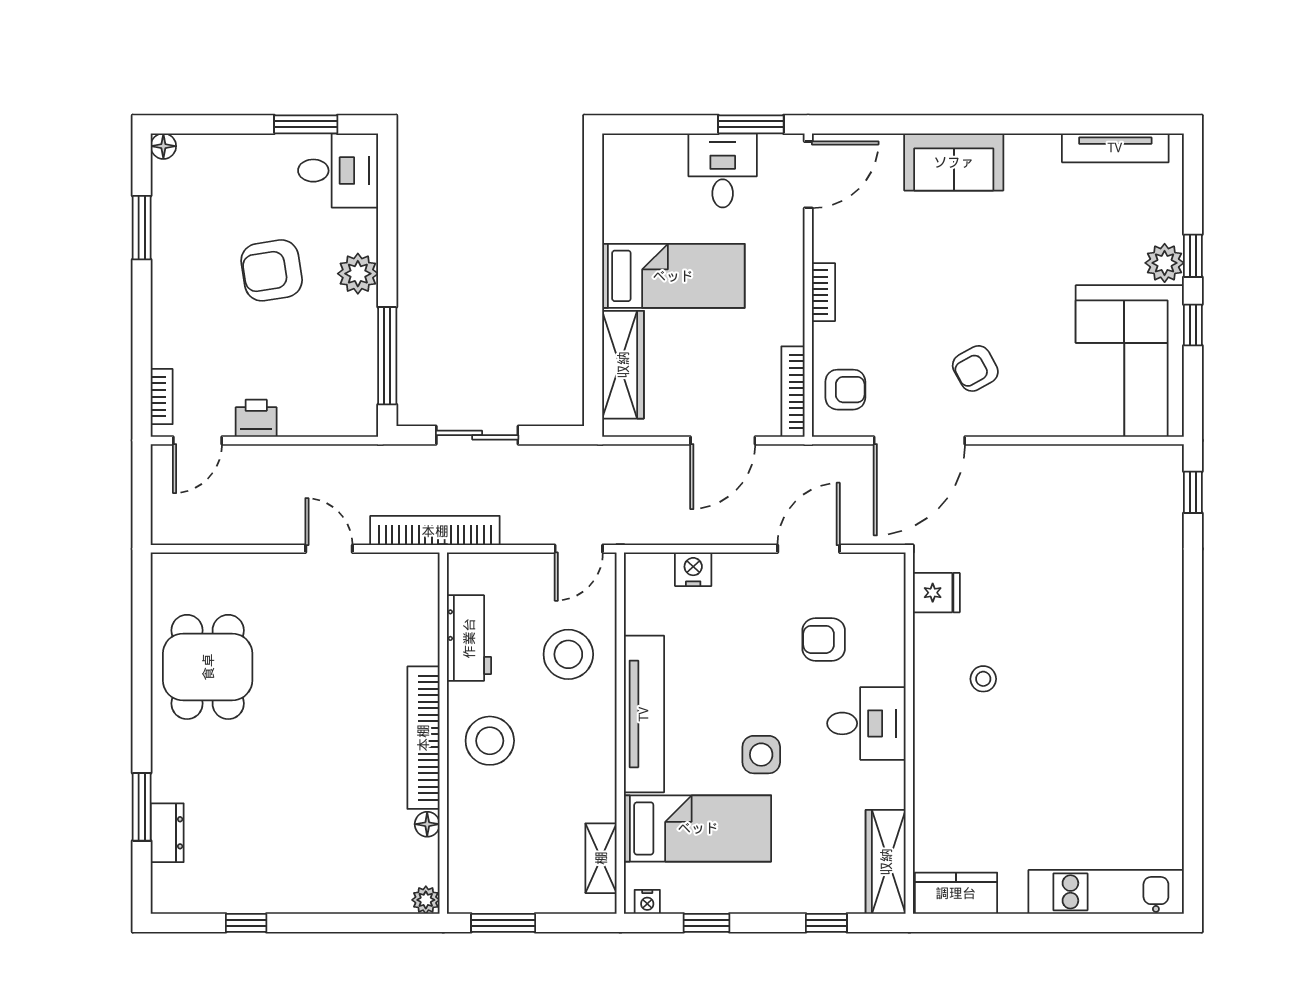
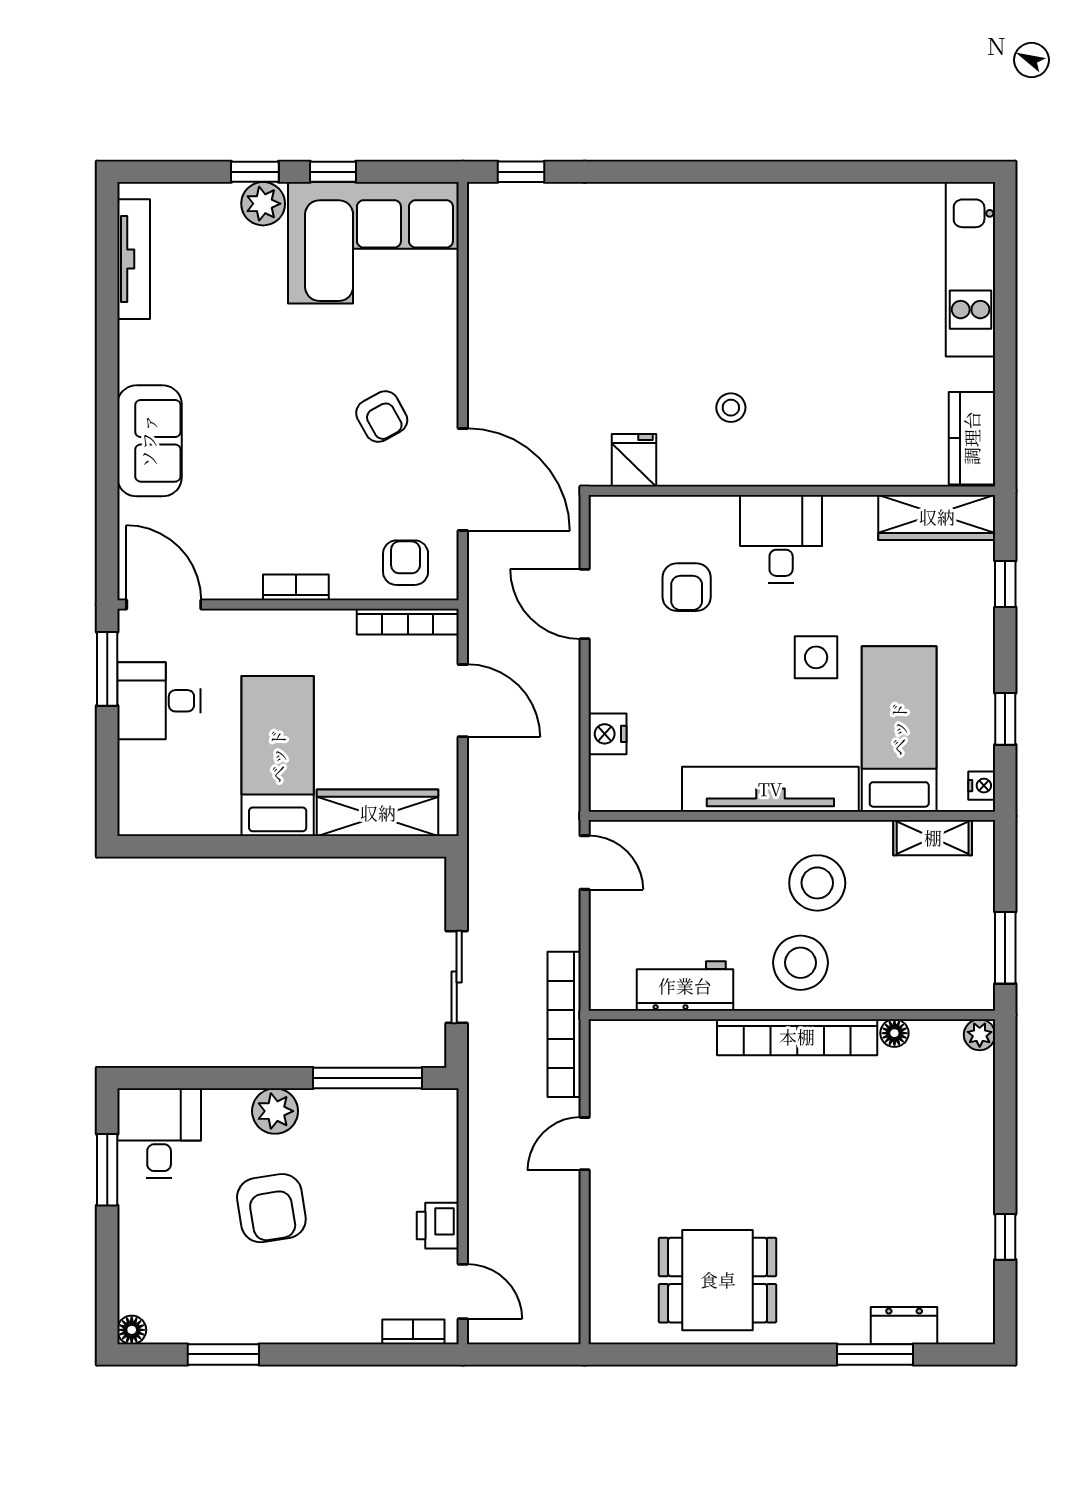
stool: (568, 654) -> (817, 883), moved

